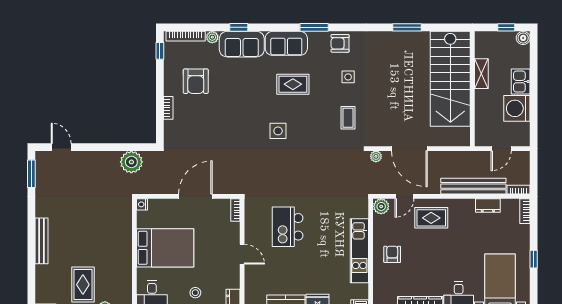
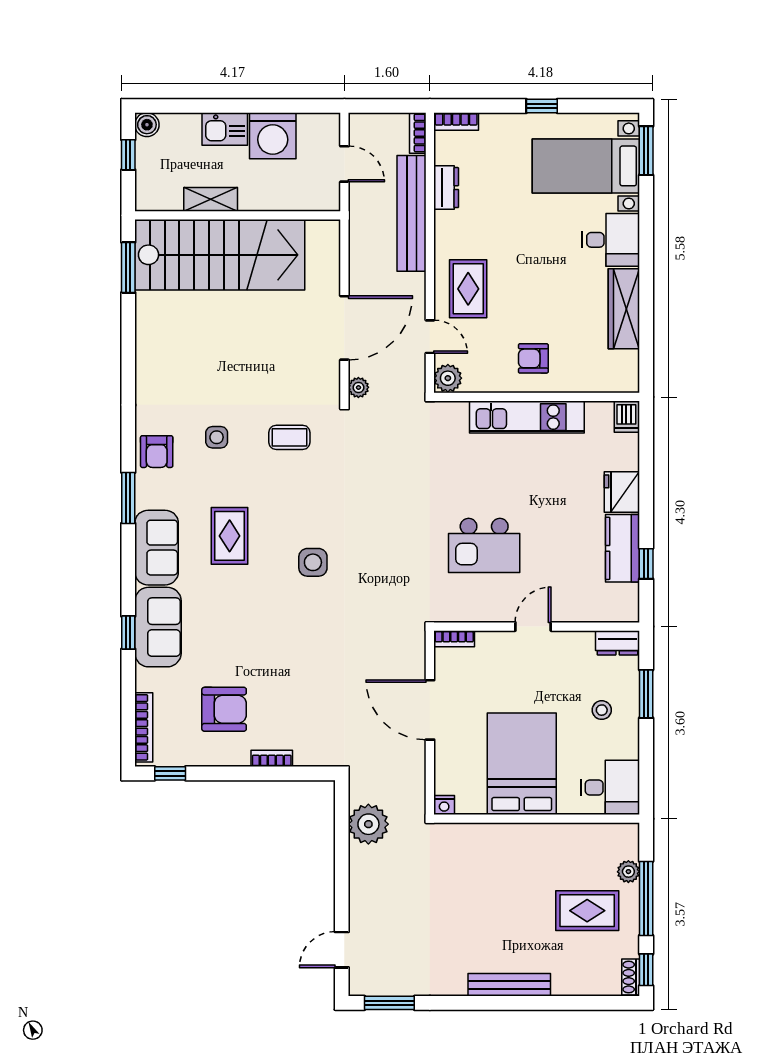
window: (407, 27) -> (128, 267), moved
plant: (212, 37) -> (146, 680), removed

